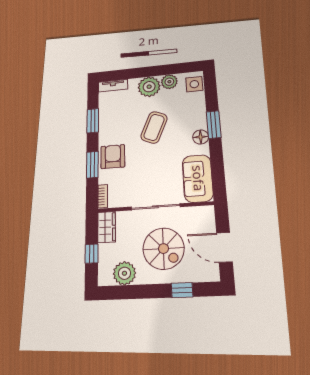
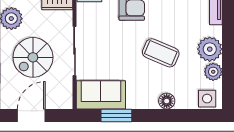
window: (214, 125) -> (116, 115), moved
floor lamp: (201, 137) -> (167, 101), moved

